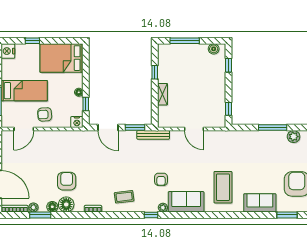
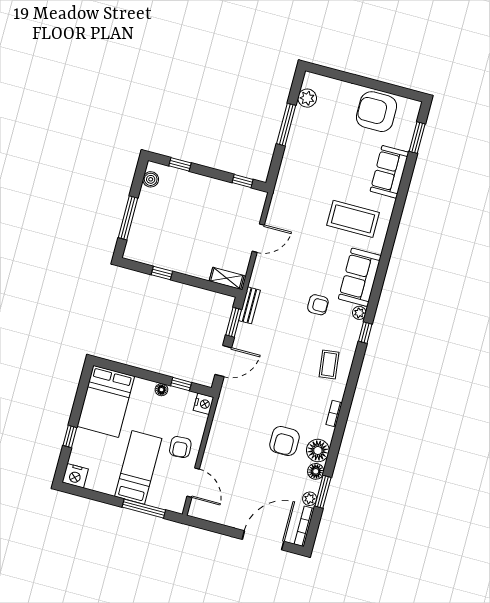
shelving: (162, 94) -> (227, 278), moved
bench: (153, 135) -> (249, 305), width x0.73
armchair: (67, 181) -> (284, 441), turned -90

